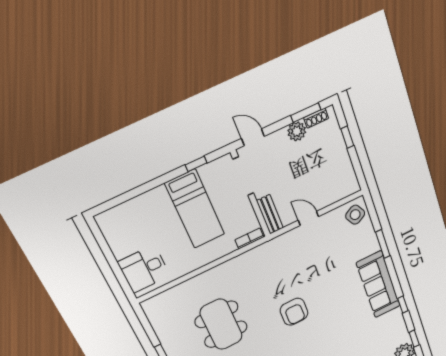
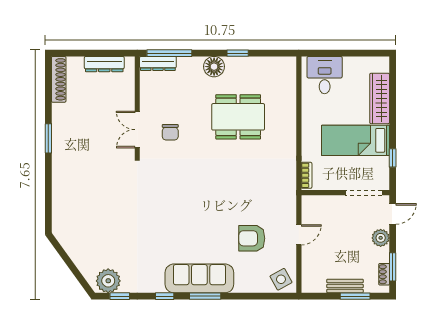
plant: (297, 131) -> (381, 238), moved
window: (347, 137) -> (355, 296), width x1.50
wardrobe: (141, 205) -> (380, 98), added
bench: (270, 214) -> (345, 286), moved
window: (383, 244) -> (205, 296), moved
armchair: (294, 312) -> (252, 238), moved

